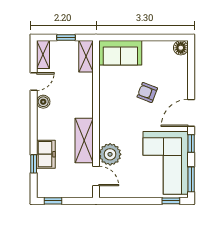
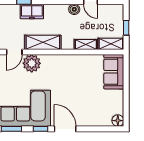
shelving: (43, 55) -> (86, 45), moved
armchair: (147, 93) -> (82, 93), removed

